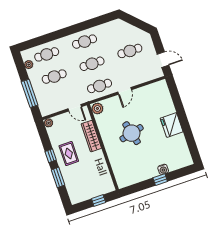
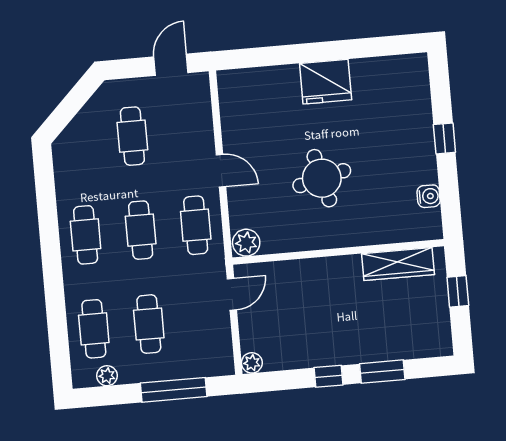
wardrobe: (91, 136) -> (398, 264), moved
rug: (69, 153) -> (333, 333), removed
water cooler: (163, 169) -> (429, 196), moved

